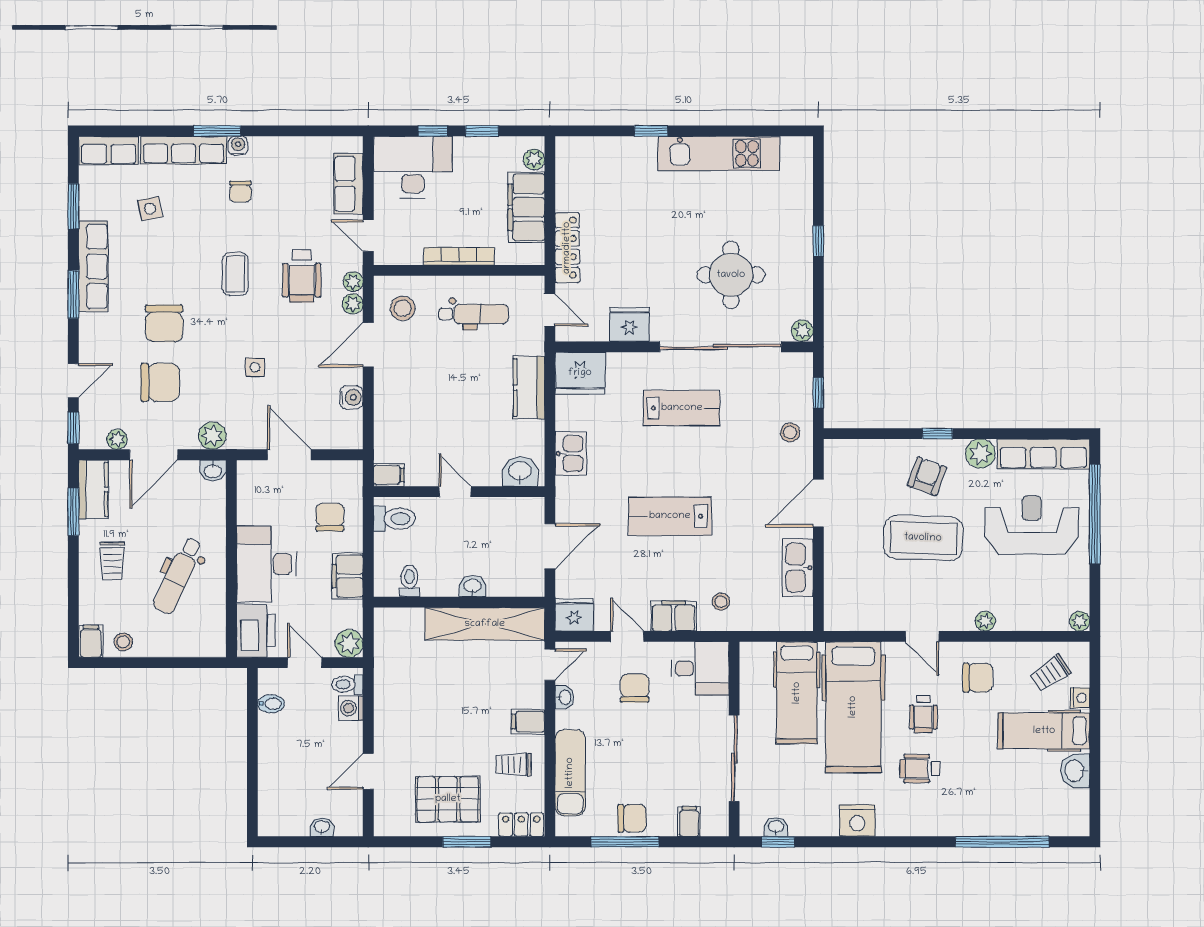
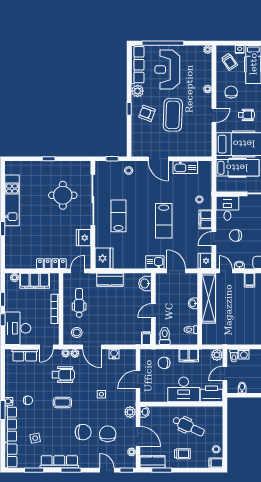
plant: (802, 331) -> (86, 165), removed
kitchen sink: (571, 454) -> (155, 262), moved

